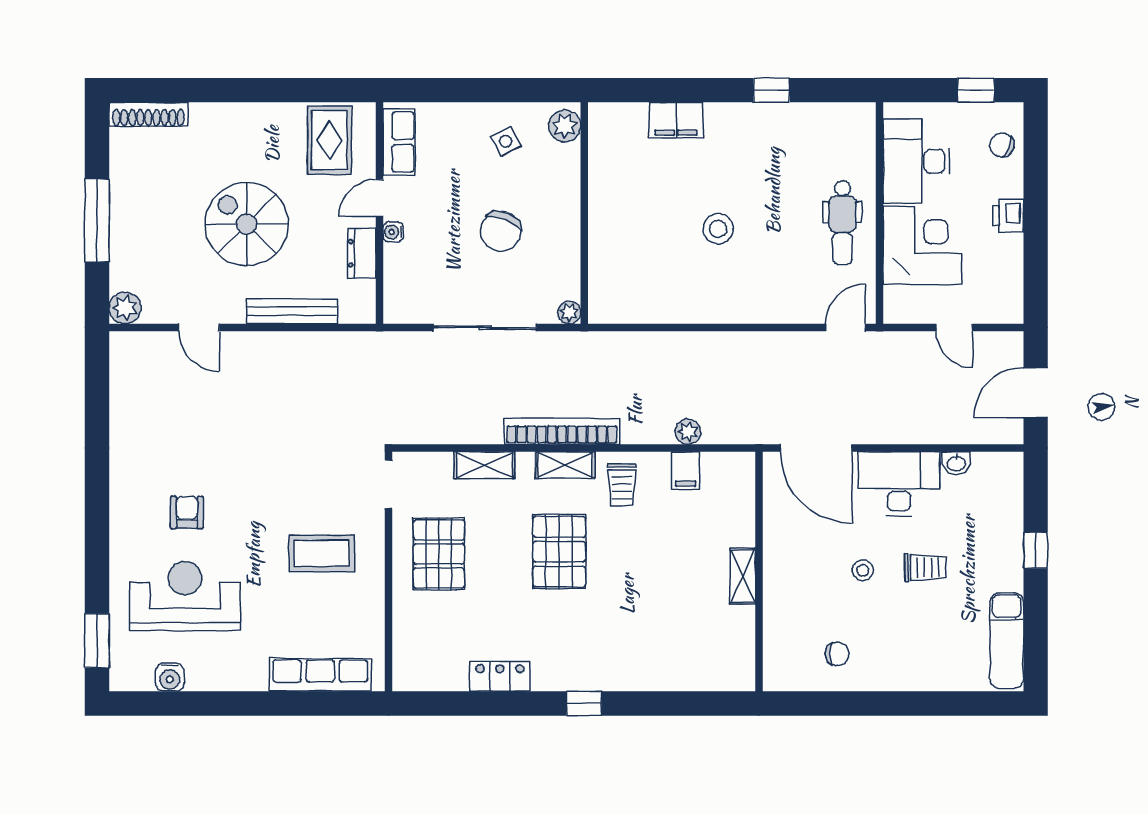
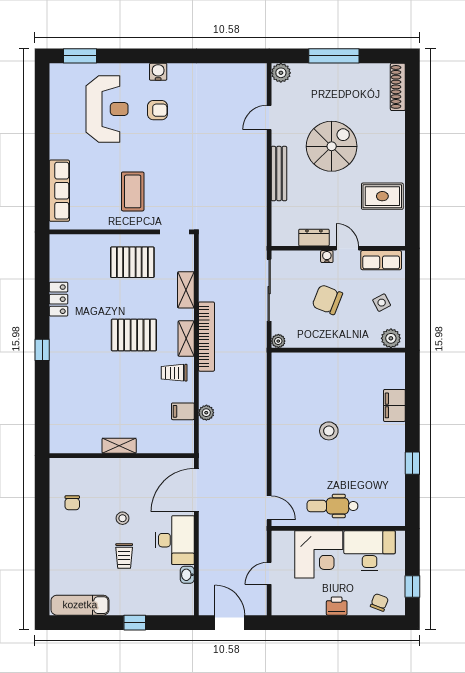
row of seats: (399, 142) -> (381, 260), moved
door: (380, 198) -> (347, 248), moved
wall: (380, 213) -> (338, 248), moved
water cooler: (393, 232) -> (327, 257), moved
dresser: (362, 253) -> (314, 238), moved
water cooler: (170, 677) -> (158, 72), moved, turned 90

